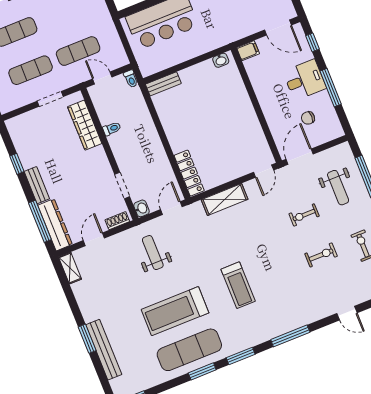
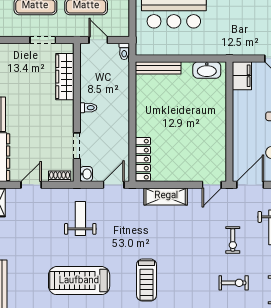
filing cabinet: (248, 51) -> (242, 76), width x2.00
washbasin: (221, 60) -> (207, 70), width x1.91, depth x1.45
bench: (163, 84) -> (158, 68), width x1.36
toilet: (112, 129) -> (88, 108), moved
exercise bike: (304, 215) -> (233, 240), turned -90

